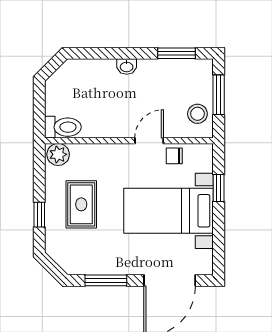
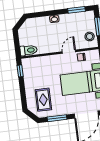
plant: (58, 154) -> (28, 63), removed
rug: (81, 204) -> (43, 100), moved
window: (39, 215) -> (20, 71), moved

